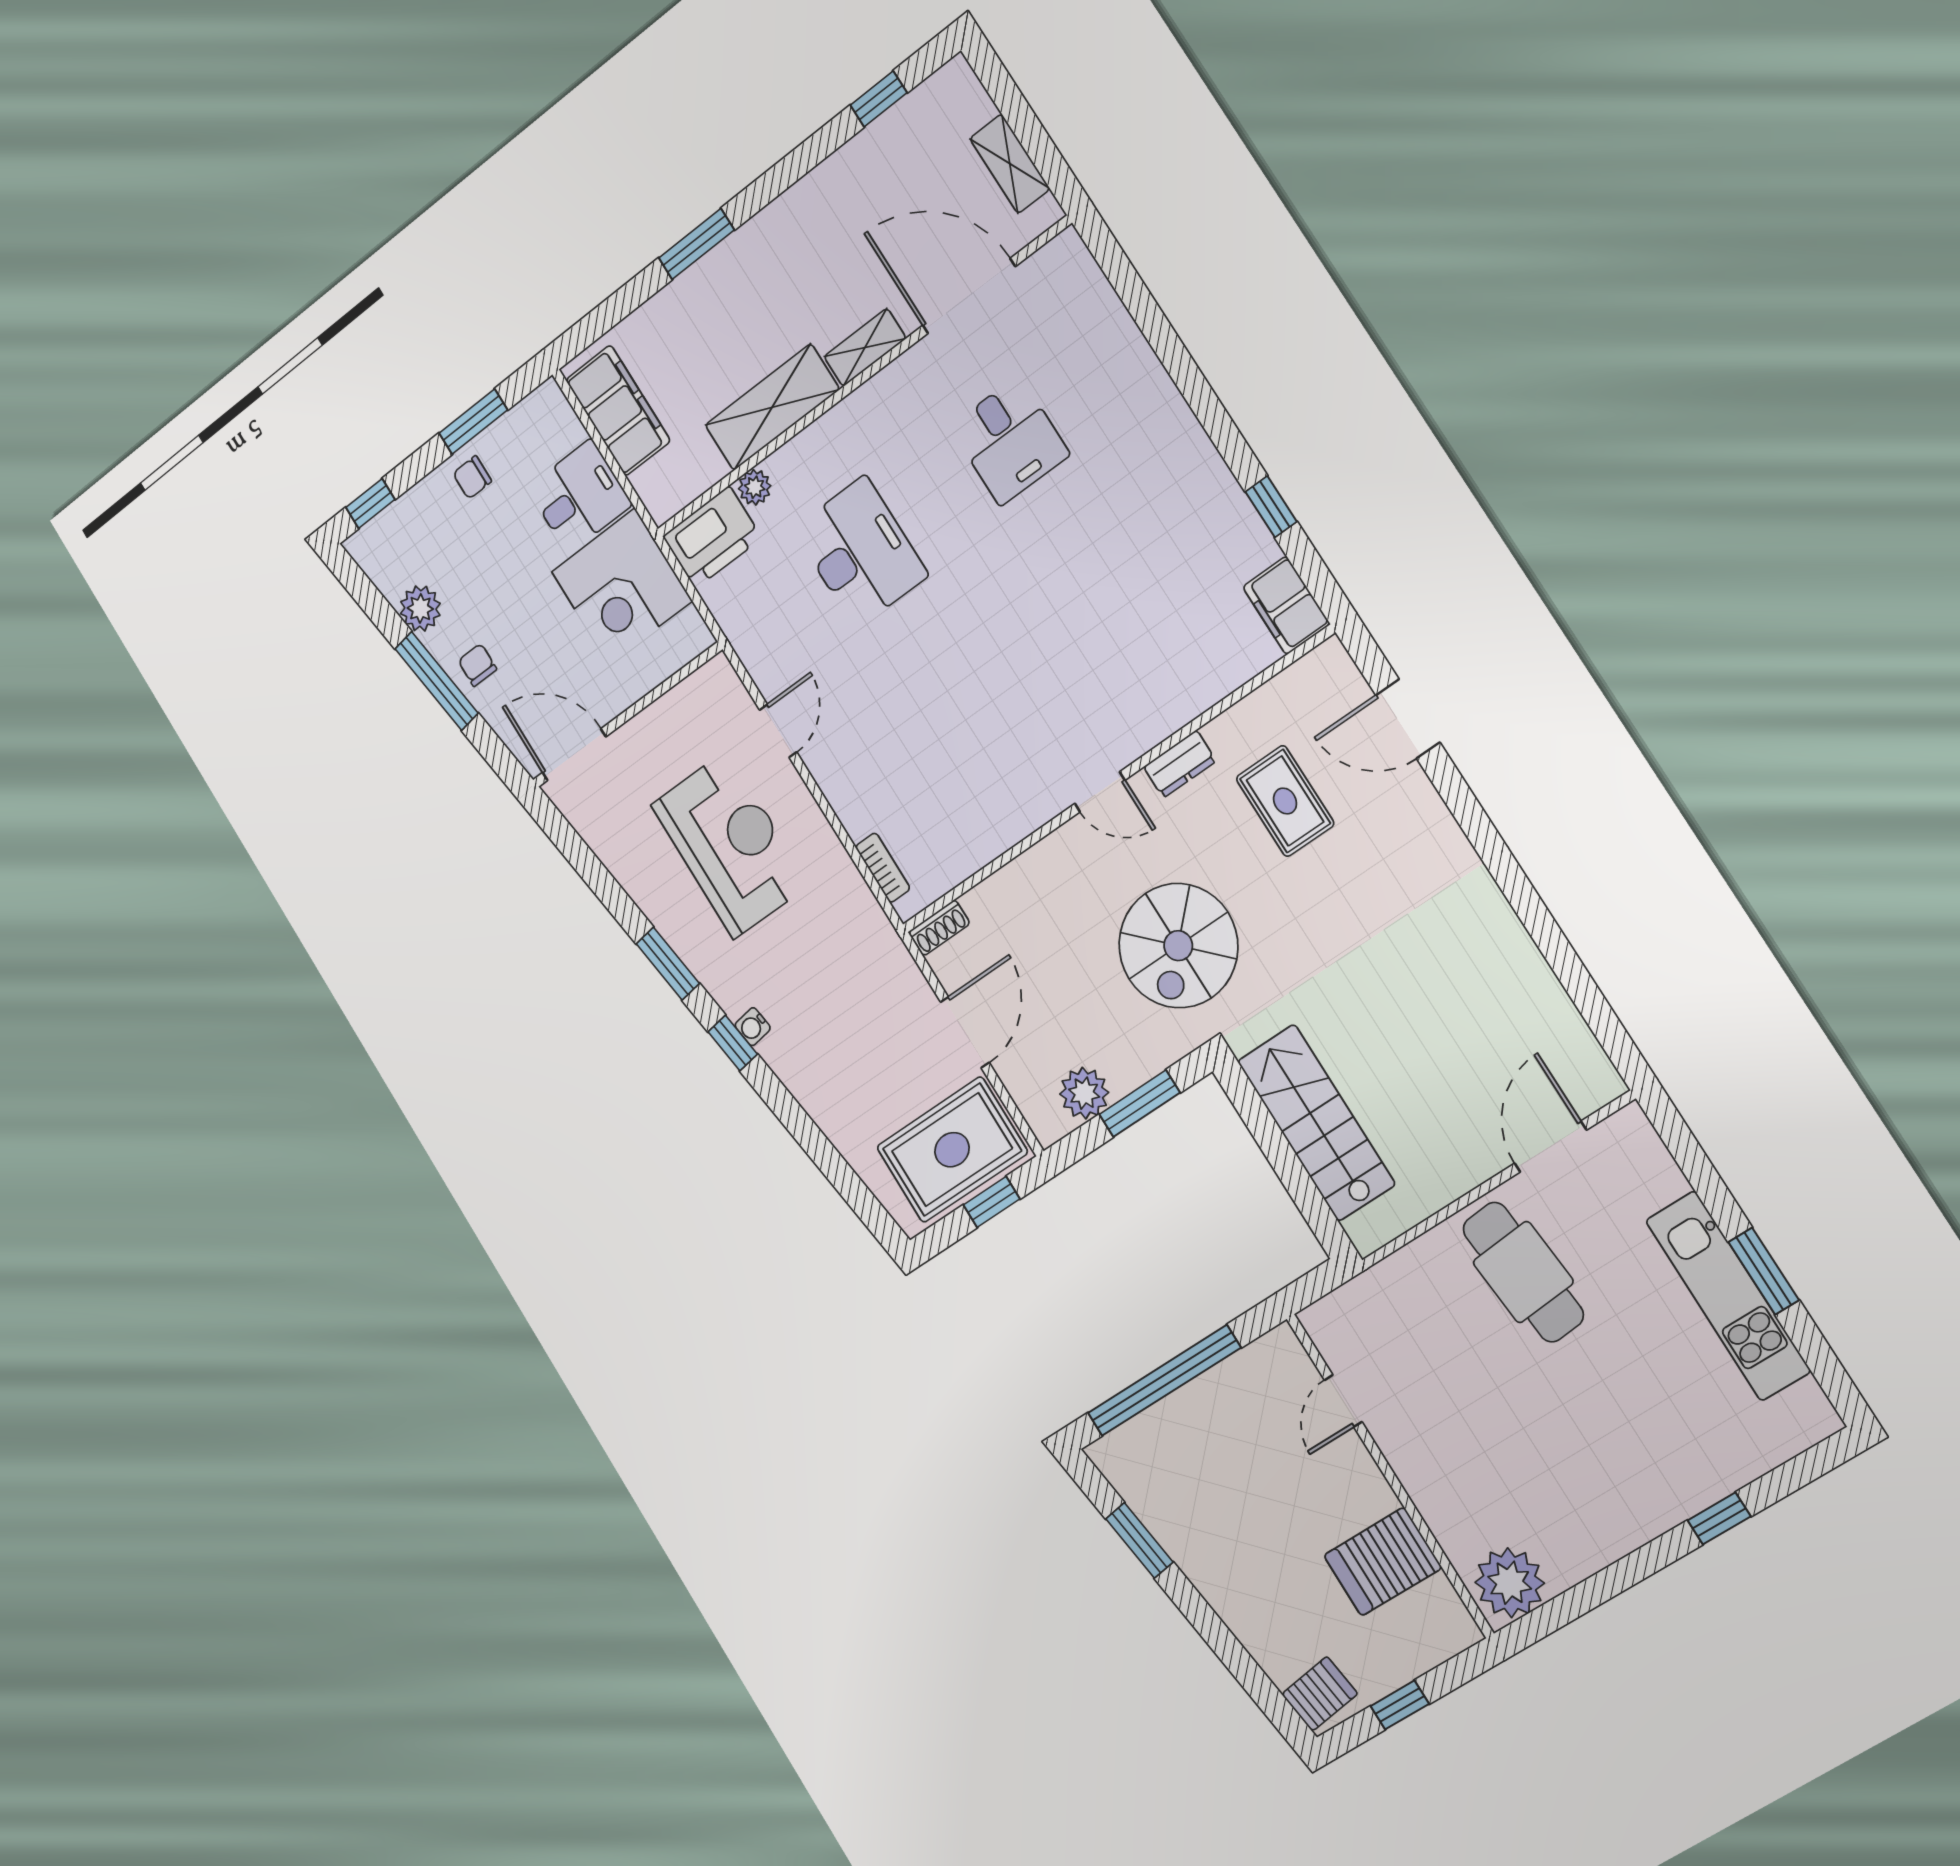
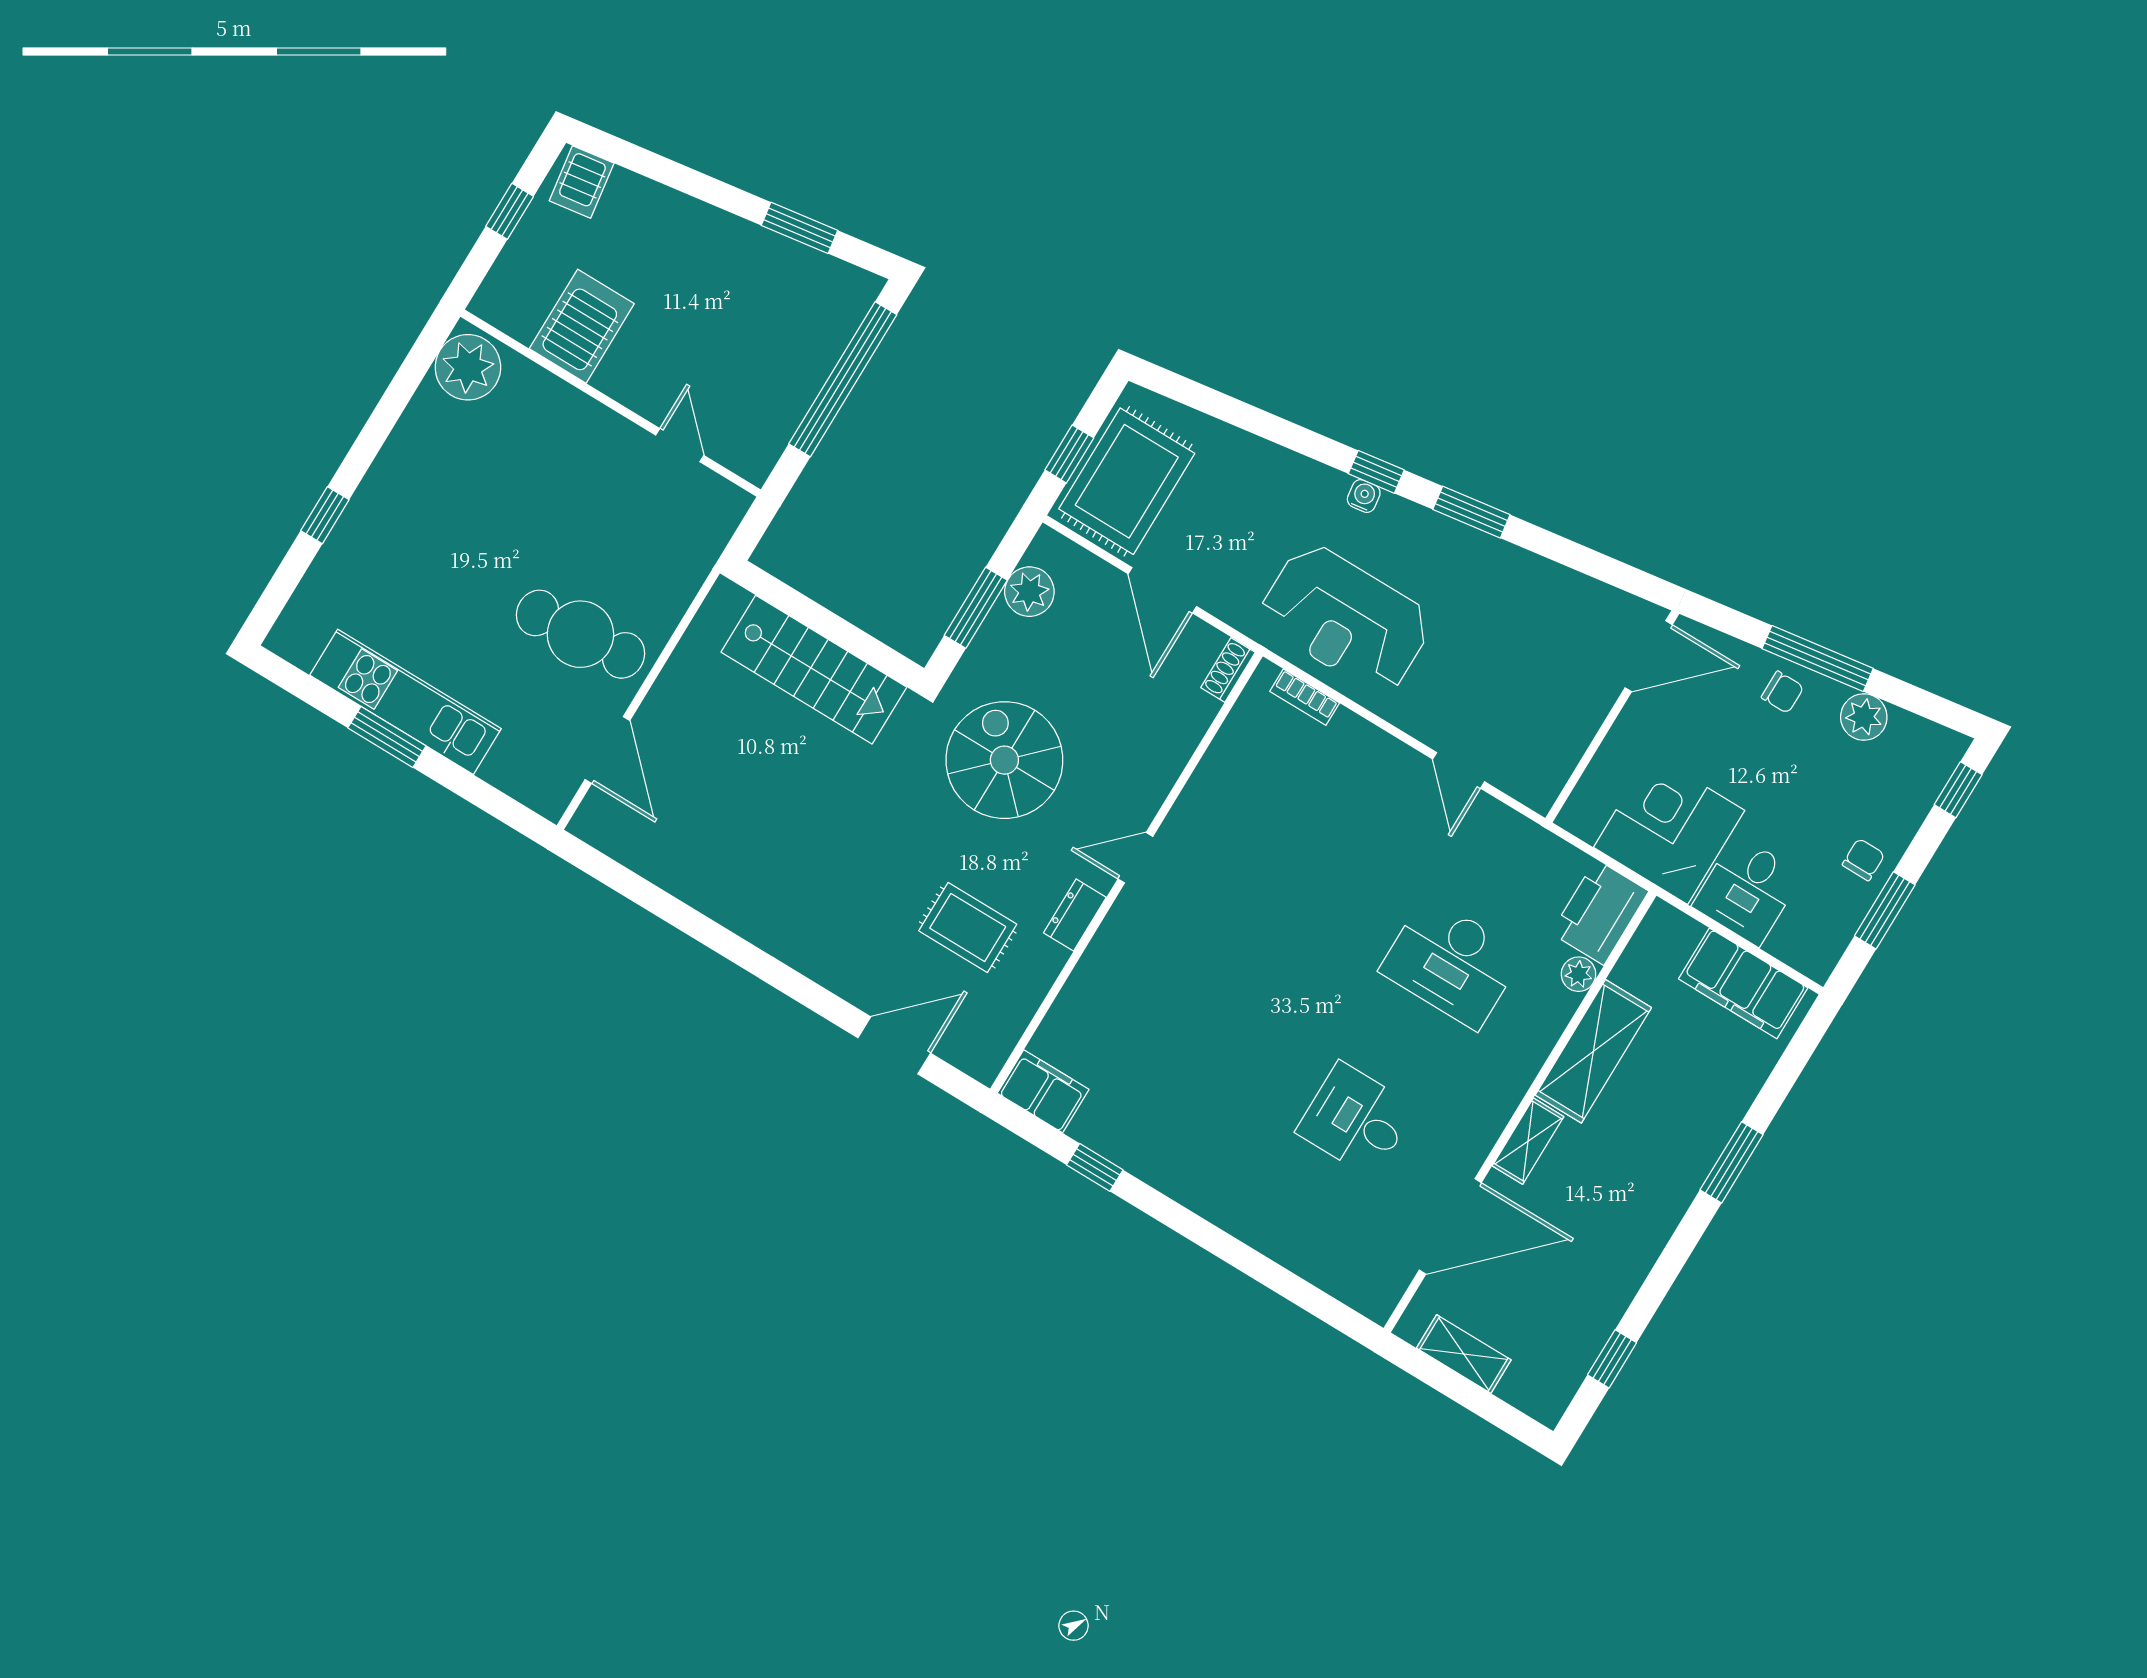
reception desk: (730, 845) -> (1346, 619), moved

